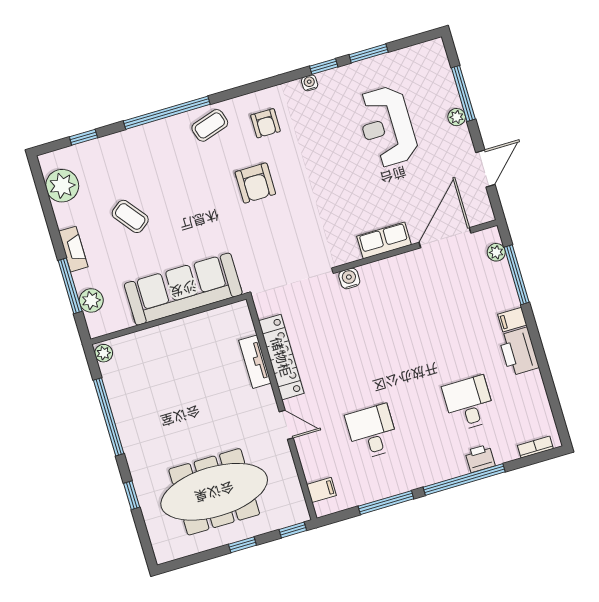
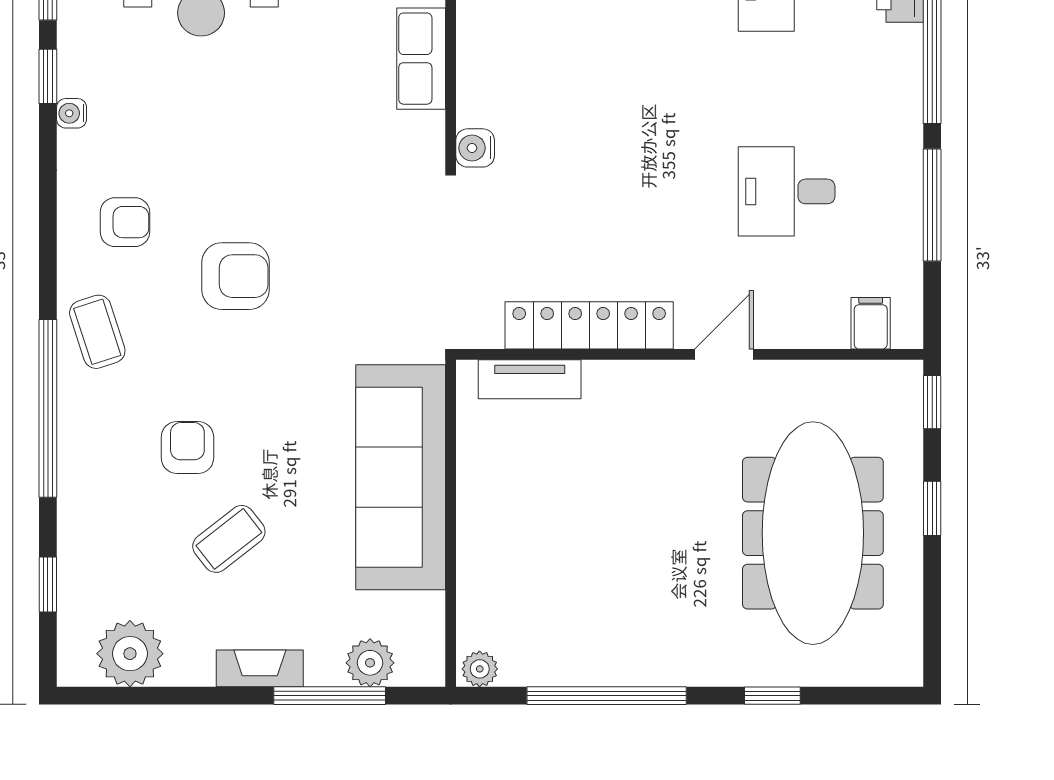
armchair: (168, 184) -> (187, 447), added
tv unit: (255, 362) -> (530, 379), moved

